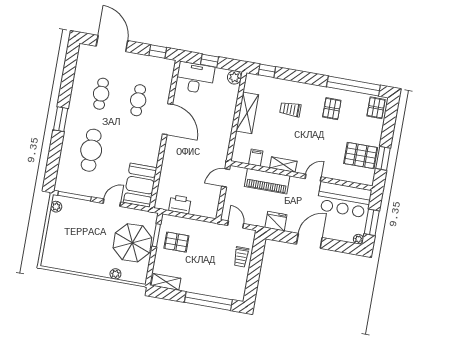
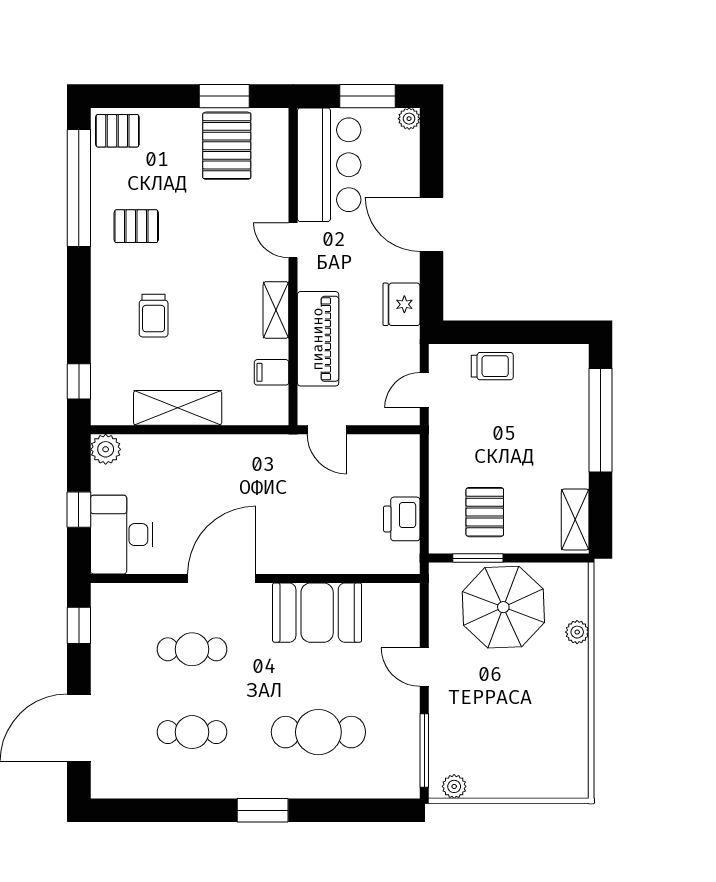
booth: (140, 185) -> (317, 613), moved

